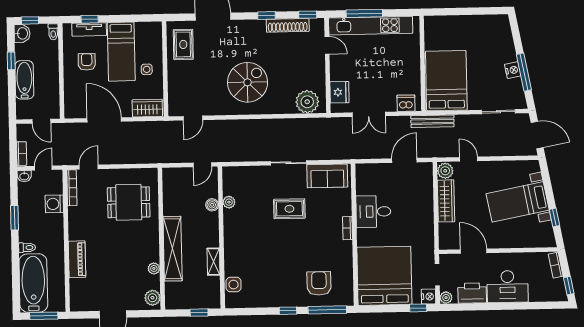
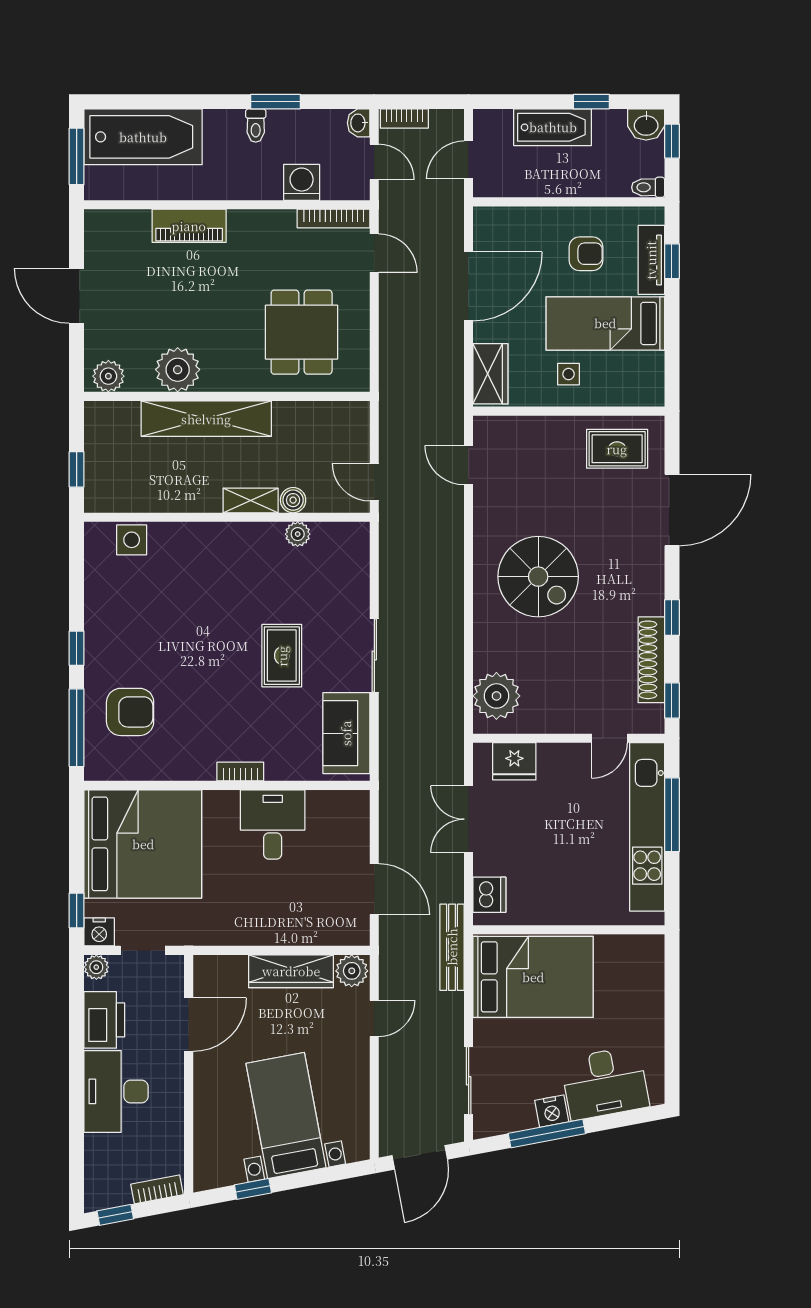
desk: (498, 44) -> (605, 1083), added
toilet: (27, 248) -> (256, 126), moved
shelving: (213, 262) -> (251, 500), moved
plant: (154, 268) -> (178, 370), width x1.87, depth x1.87

